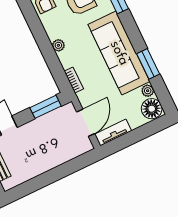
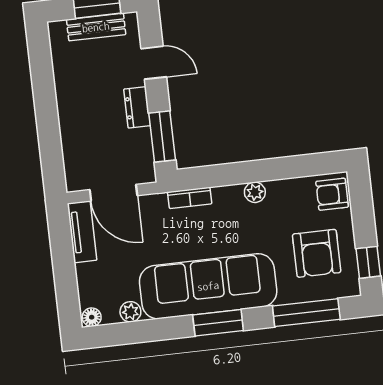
window: (148, 64) -> (218, 323), moved
floor lamp: (152, 109) -> (92, 317), width x0.53, depth x0.53
dresser: (34, 126) -> (137, 107), added

